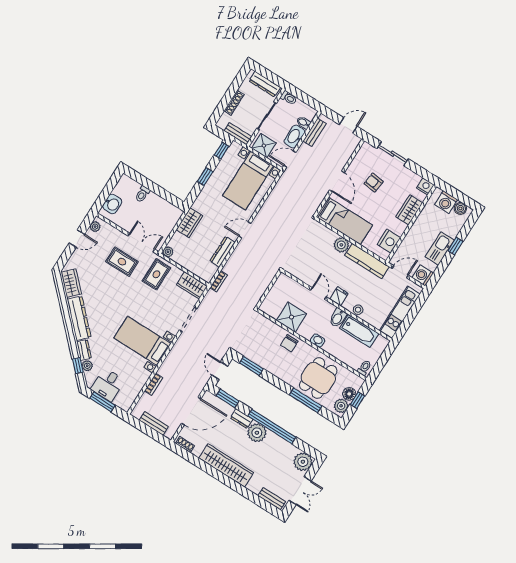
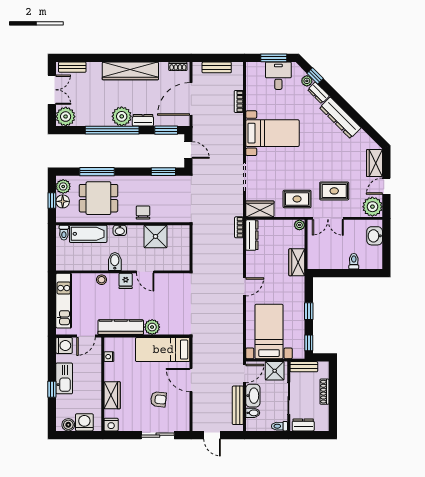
dresser: (265, 84) -> (303, 425), width x0.70
door: (348, 126) -> (212, 435), hinge flipped
bench: (315, 132) -> (238, 405), width x1.36
plant: (95, 227) -> (372, 207), width x1.88, depth x1.88
nightstand: (389, 241) -> (109, 357), width x0.53, depth x0.56
dresser: (222, 252) -> (252, 235), moved
rug: (156, 274) -> (297, 199), turned 90
wardrobe: (71, 283) -> (374, 163), moved, turned 45
bathtub: (359, 331) -> (88, 234), moved, turned 180
dining table: (318, 378) -> (98, 198), turned 90
double door: (300, 491) -> (52, 90), swing flipped

